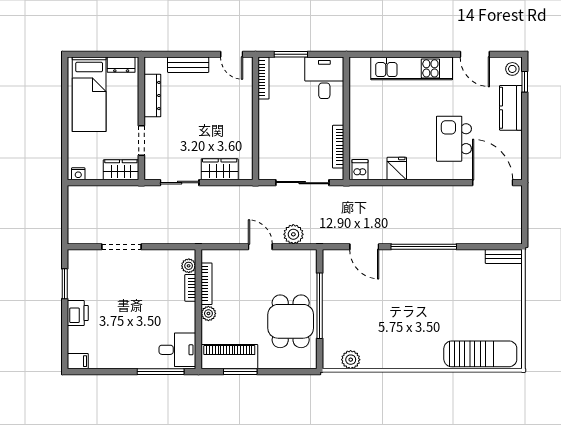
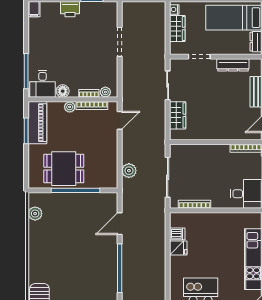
wardrobe: (121, 170) -> (177, 29), moved
dishwasher: (360, 170) -> (177, 234), moved
door: (260, 247) -> (120, 120), moved
floor lamp: (187, 323) -> (63, 91), added

